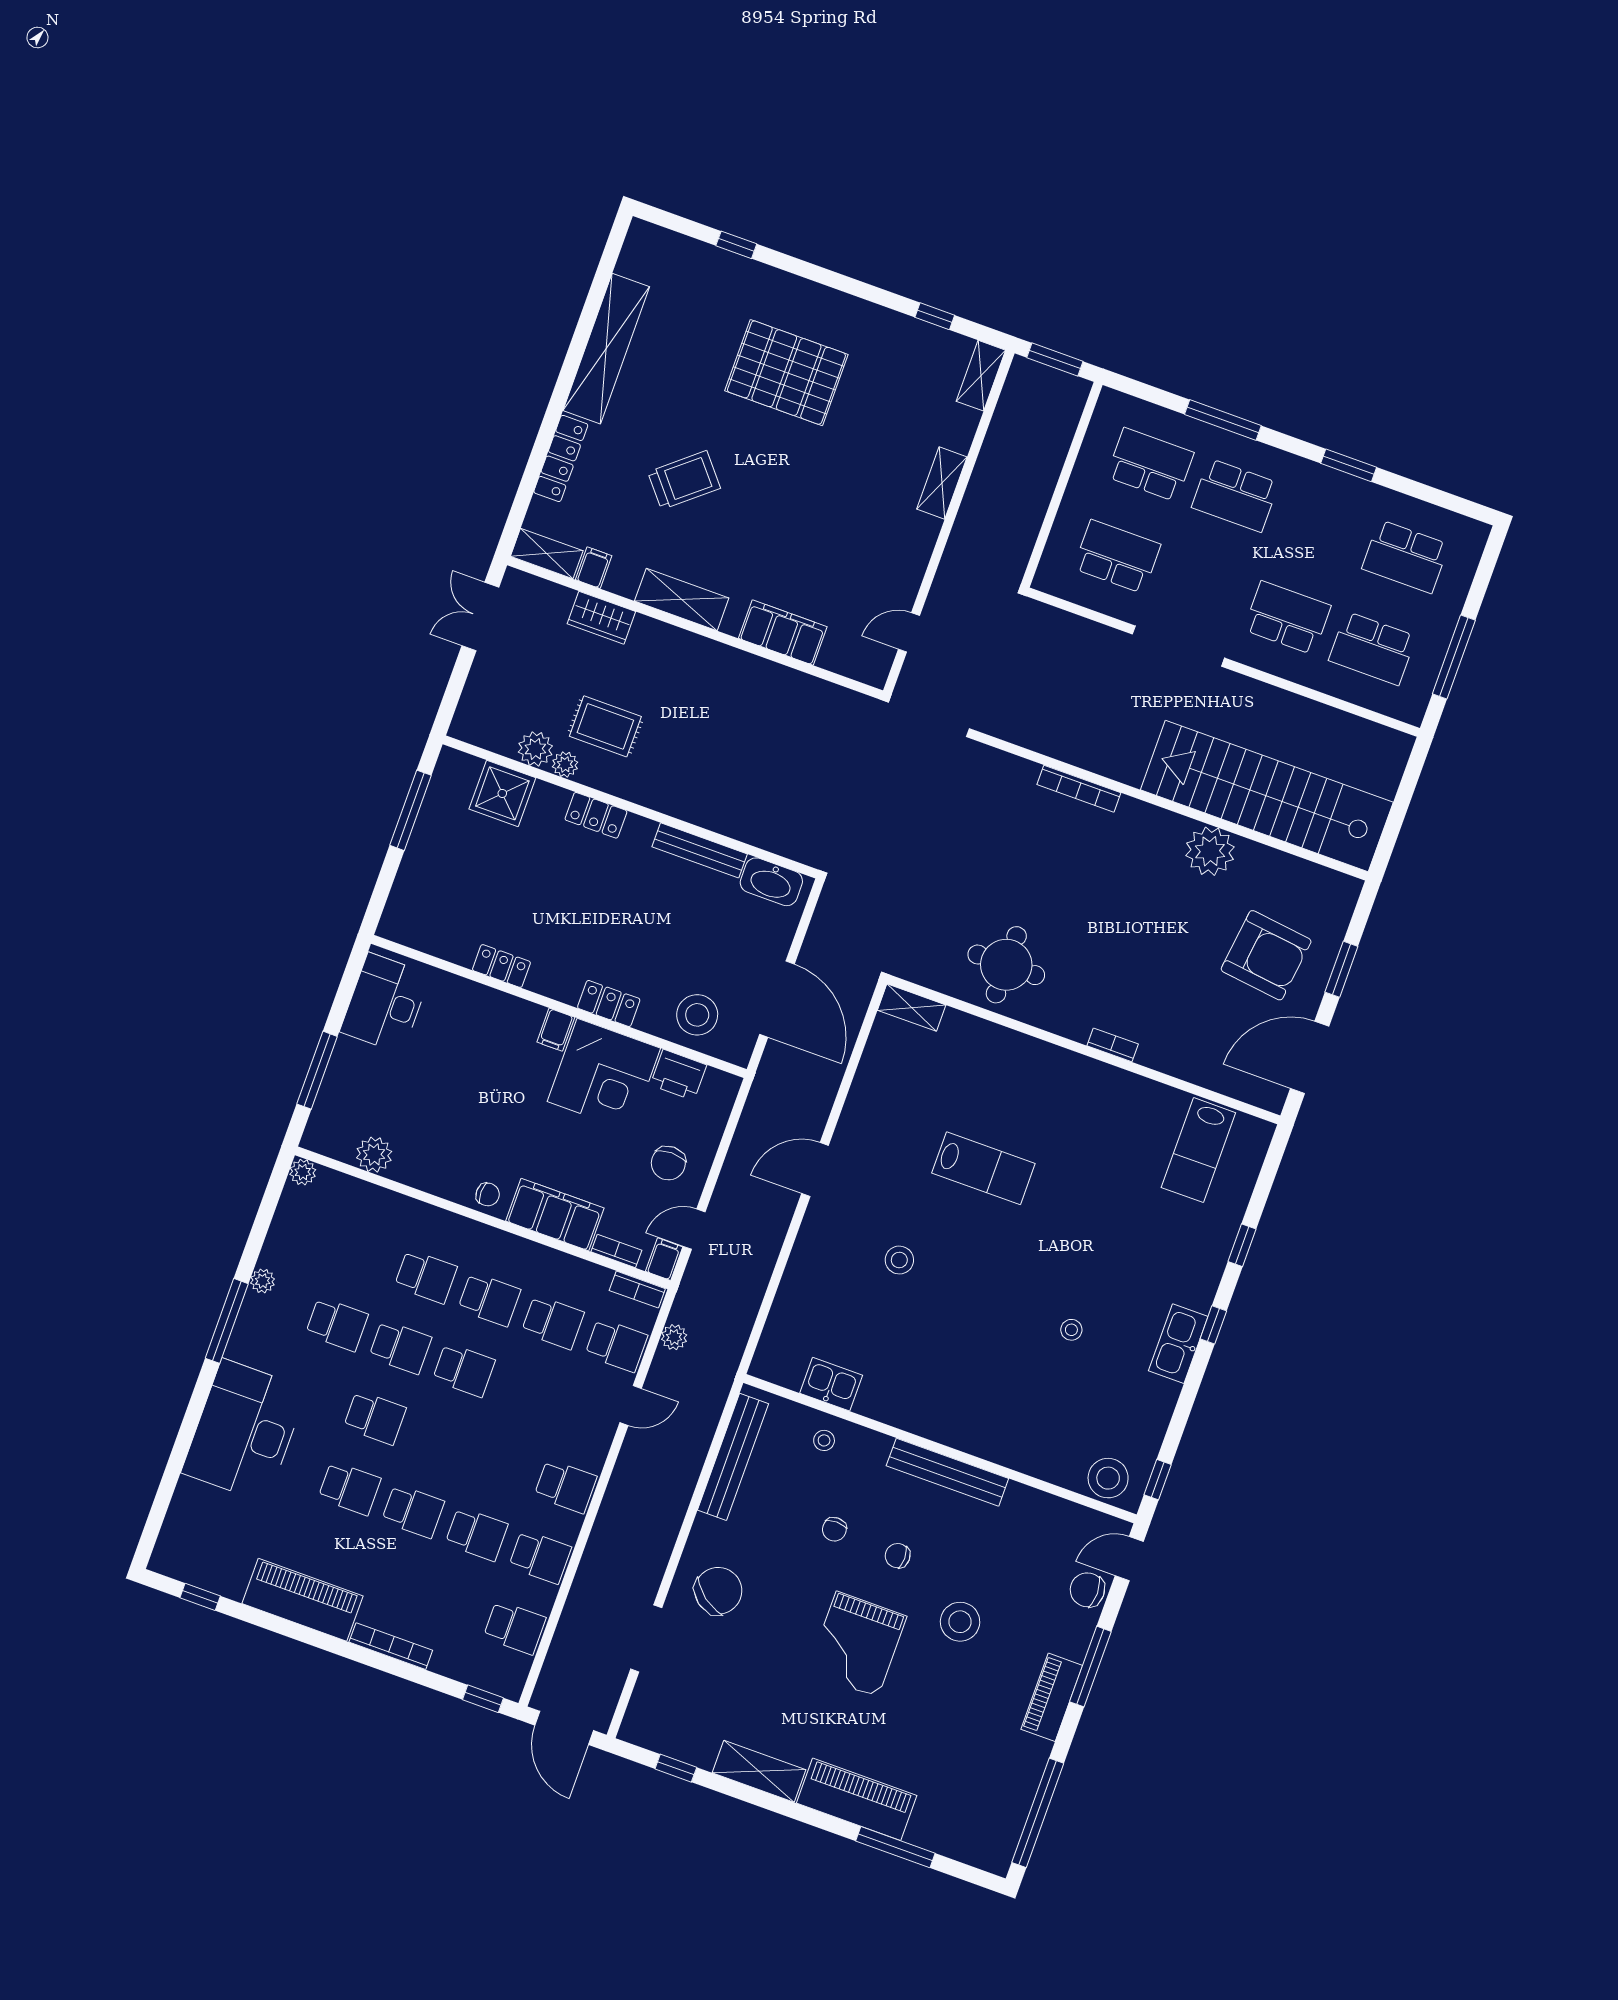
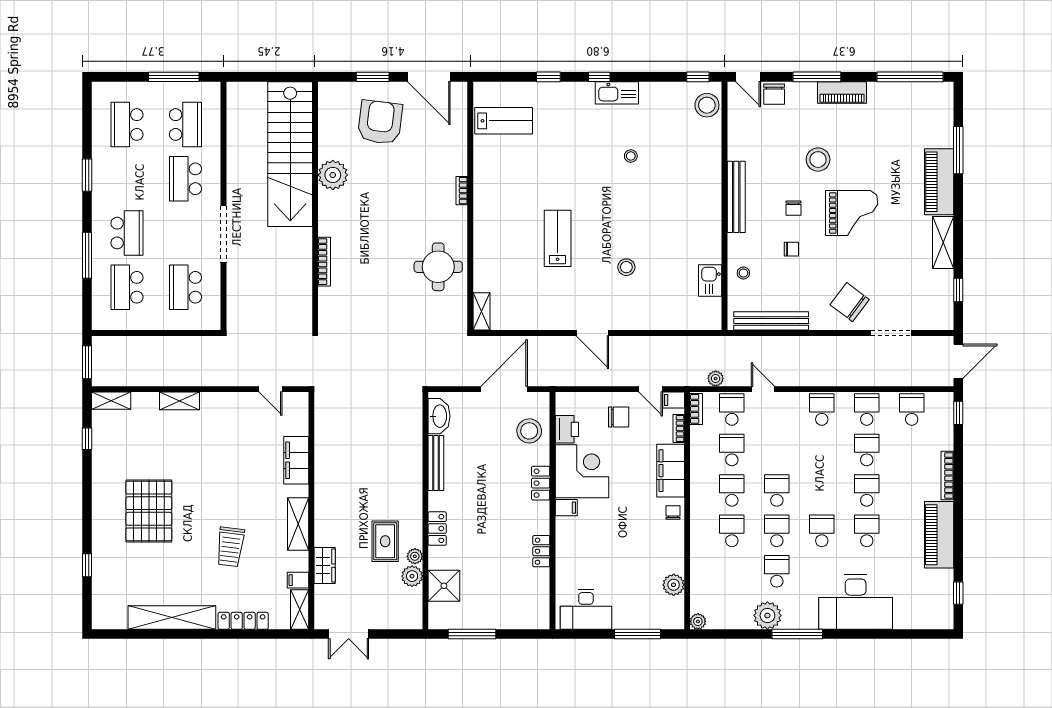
trolley: (684, 480) -> (230, 547), turned -133
school desk: (1405, 557) -> (127, 125), turned 180
plant: (263, 1281) -> (767, 615), width x1.88, depth x1.88

